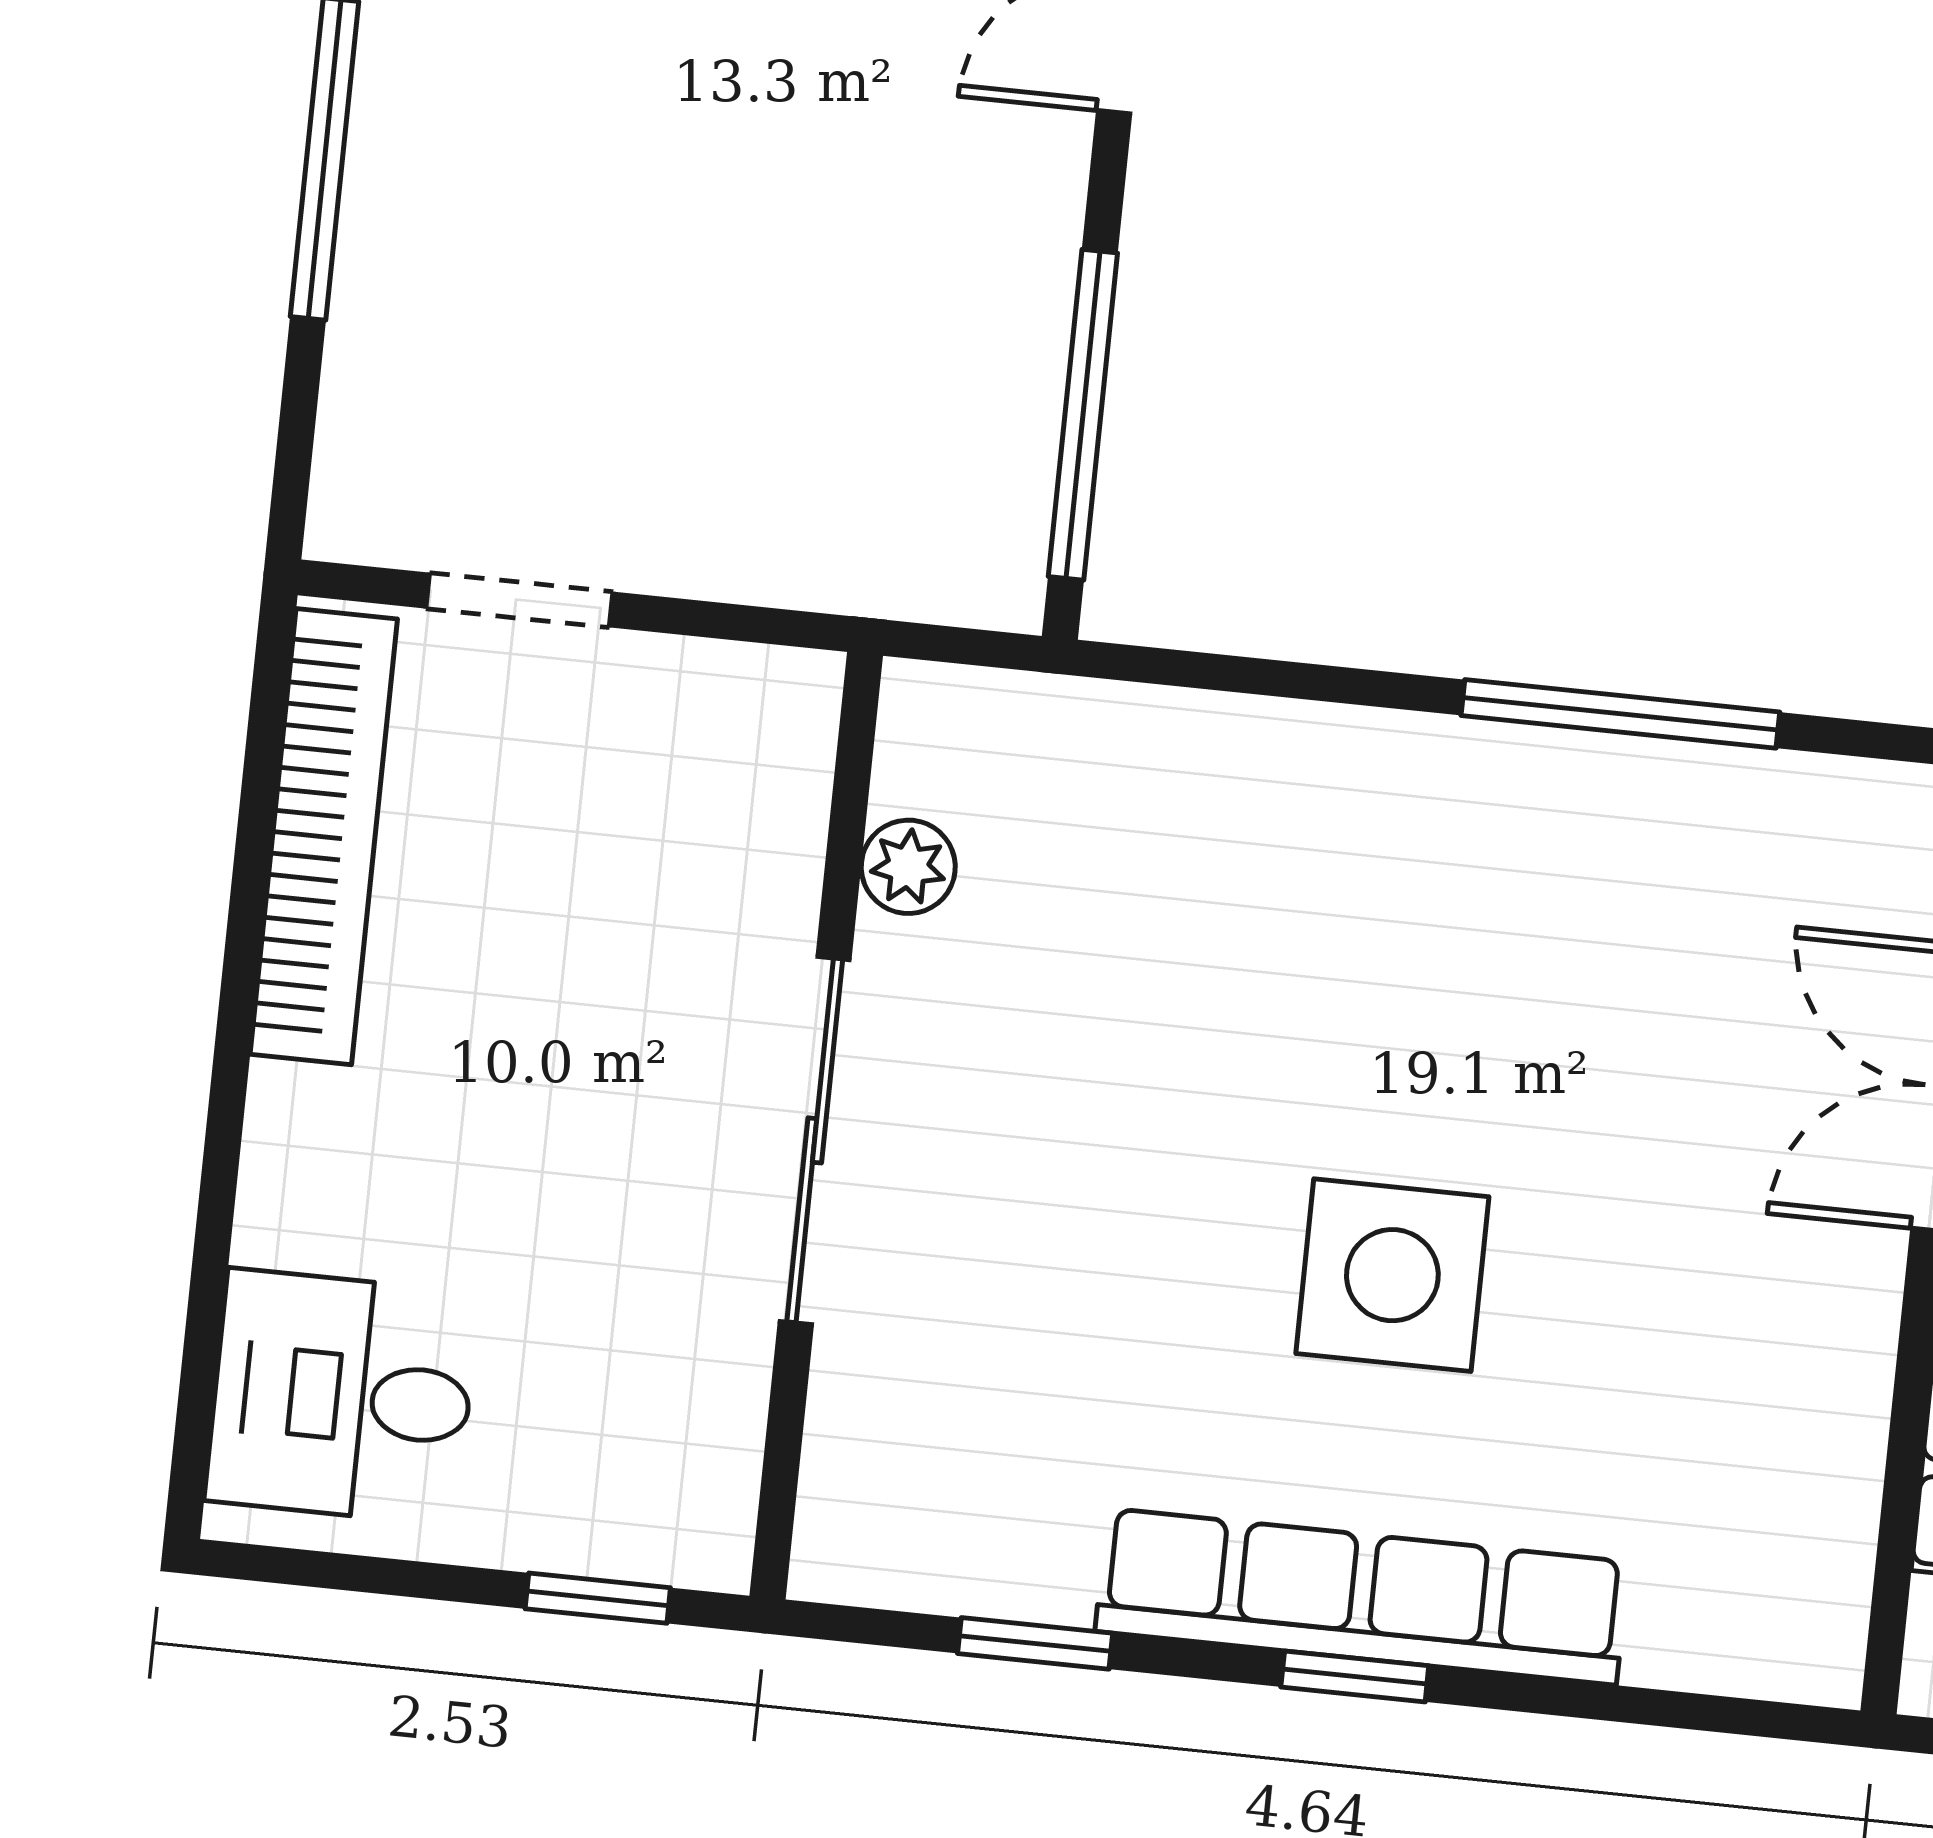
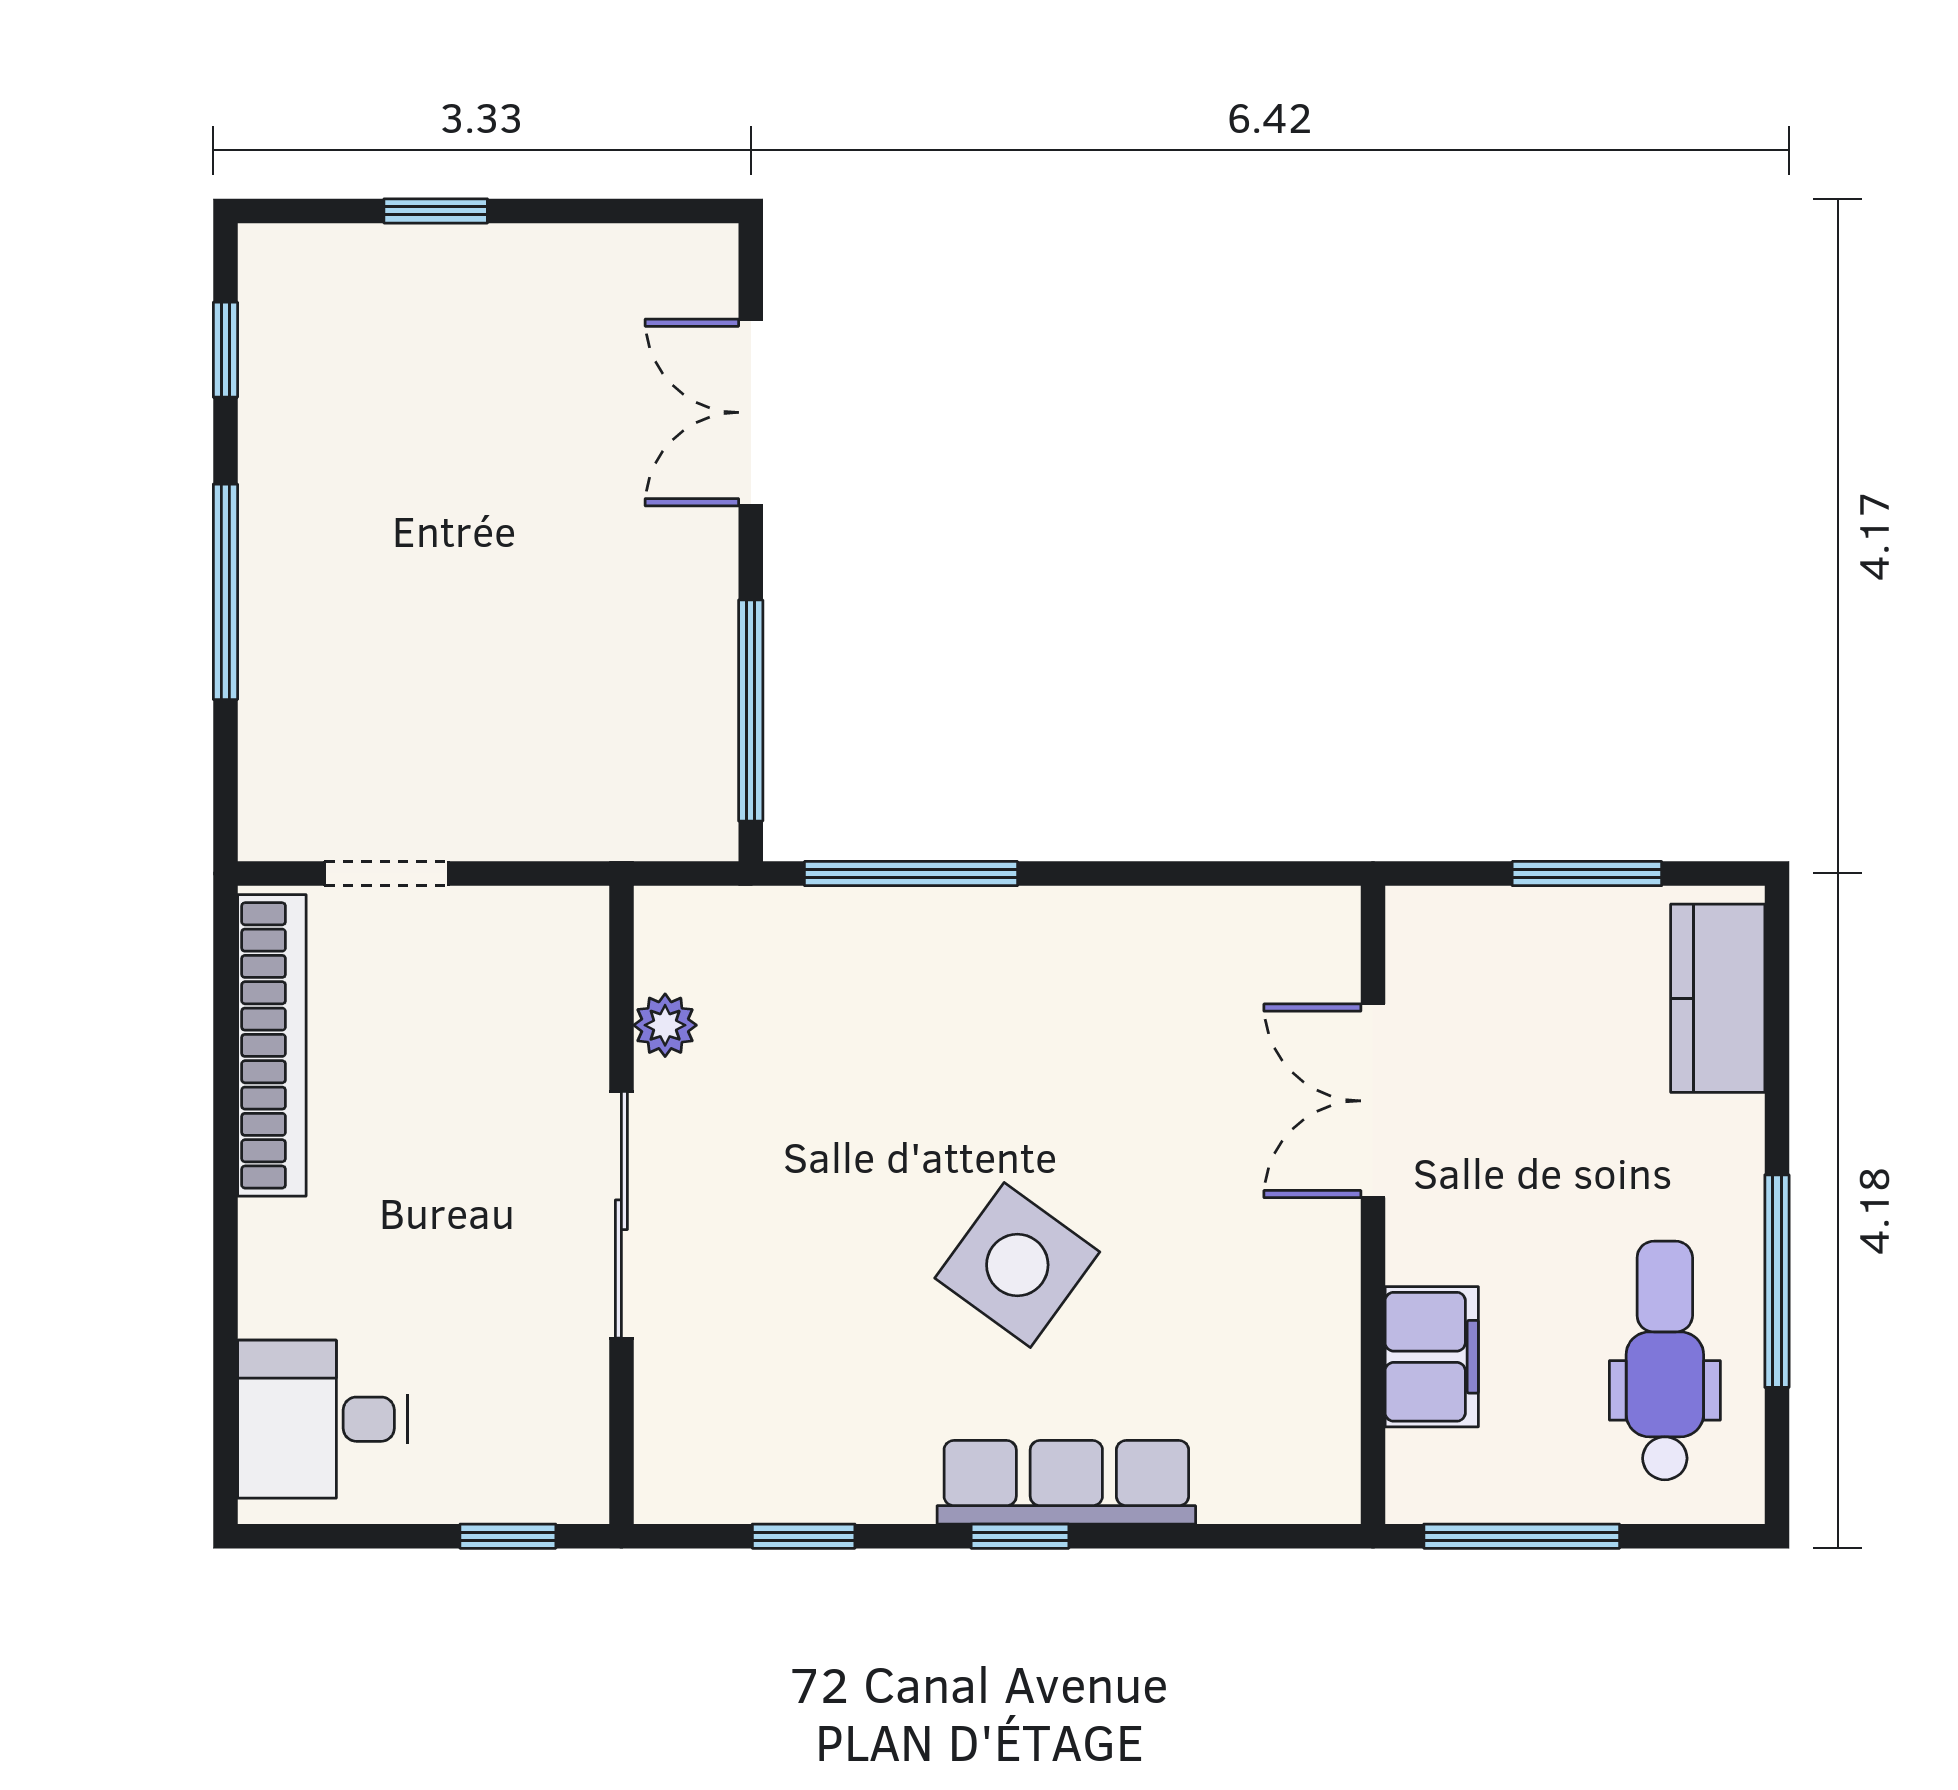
window: (1620, 714) -> (911, 874), moved
side table: (1392, 1275) -> (1017, 1265), turned 36
row of seats: (1362, 1597) -> (1066, 1482), width x0.73

